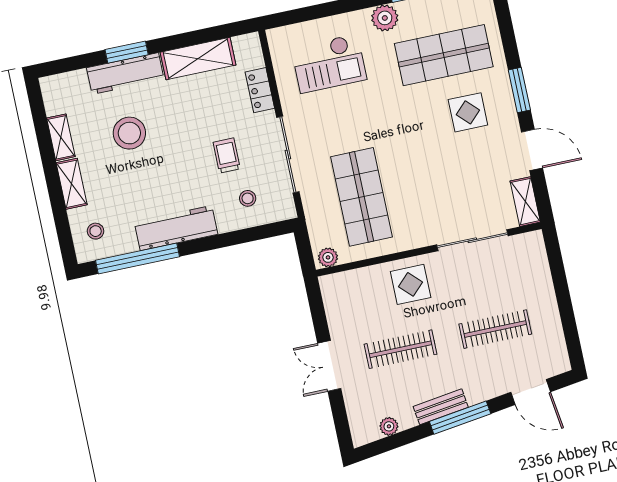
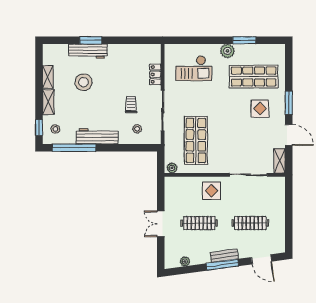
shelving: (198, 59) -> (127, 51), removed
window: (64, 235) -> (39, 128), added
bench: (441, 407) -> (224, 256), moved

